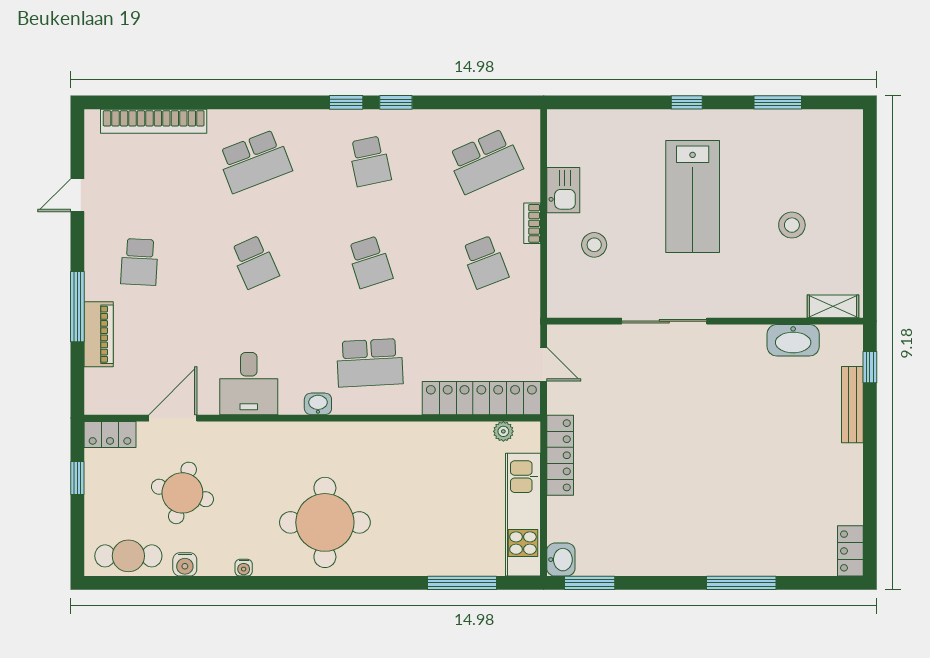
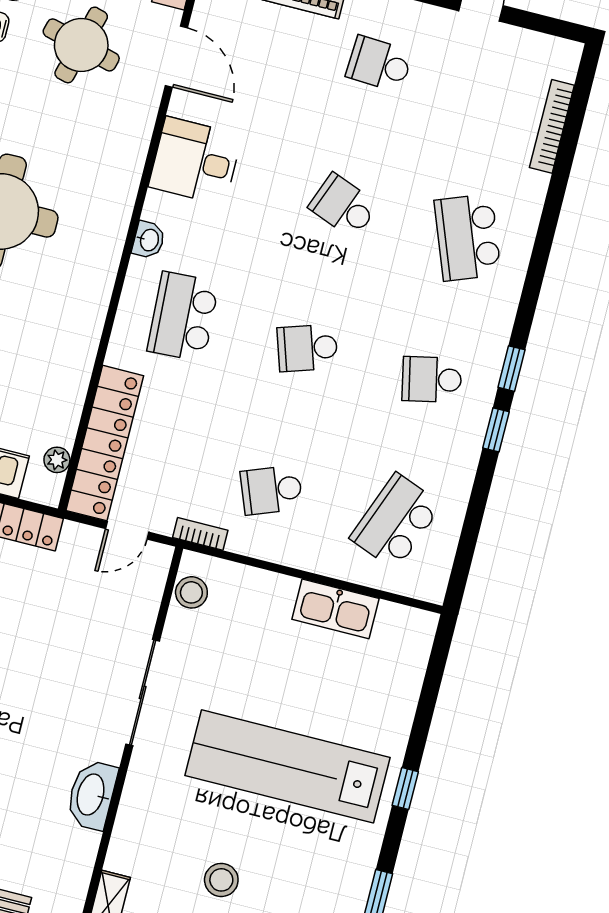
bookcase: (154, 121) -> (552, 126), width x0.68, depth x0.76
school desk: (485, 161) -> (396, 521), turned 45
kitchen sink: (563, 190) -> (336, 609), width x1.38
lab bench: (693, 196) -> (288, 766), width x1.36
bookcase: (532, 223) -> (200, 534), moved
stool: (594, 245) -> (191, 592), moved
school desk: (255, 262) -> (343, 206), turned 45
washbasin: (793, 340) -> (92, 795), moved

